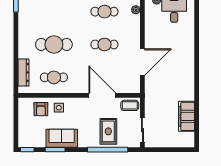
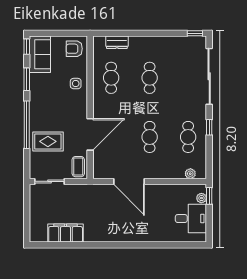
cafe table: (54, 44) -> (150, 78), width x0.73, depth x0.74
dresser: (24, 72) -> (117, 42), width x0.70
armchair: (41, 109) -> (74, 49), moved
sofa: (62, 138) -> (40, 54), moved
window: (108, 150) -> (27, 125), moved

